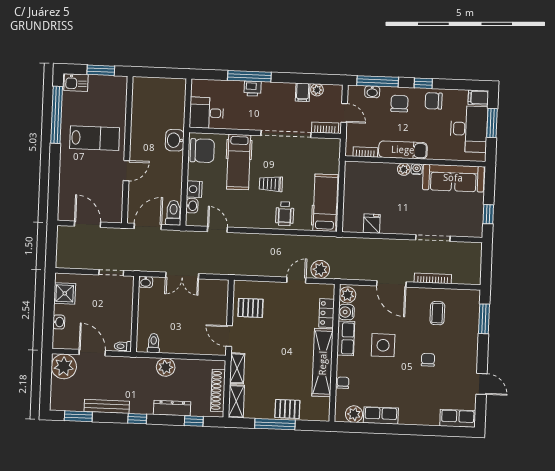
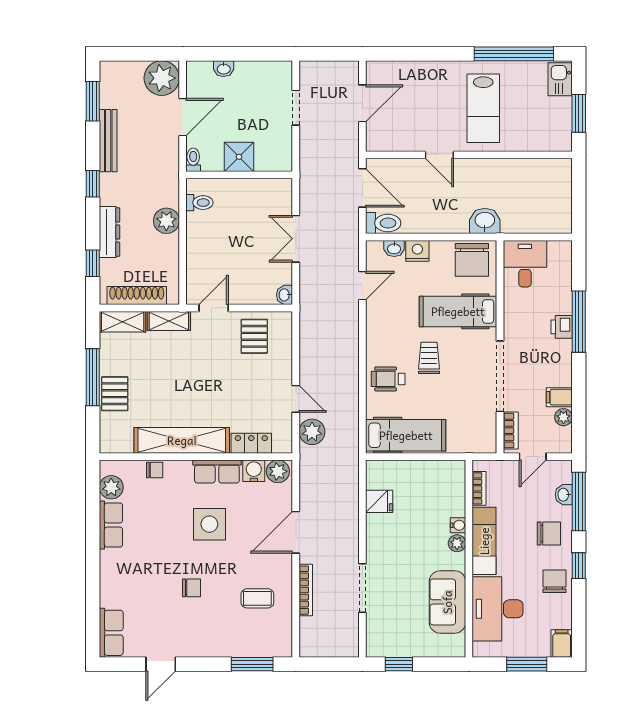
desk: (469, 129) -> (498, 609), moved, turned 90
water cooler: (417, 169) -> (458, 525), moved
sofa: (453, 178) -> (447, 602), width x0.73
doorway: (111, 273) -> (296, 108), moved
washbasin: (146, 282) -> (285, 295), moved
shower: (65, 293) -> (239, 157), moved

